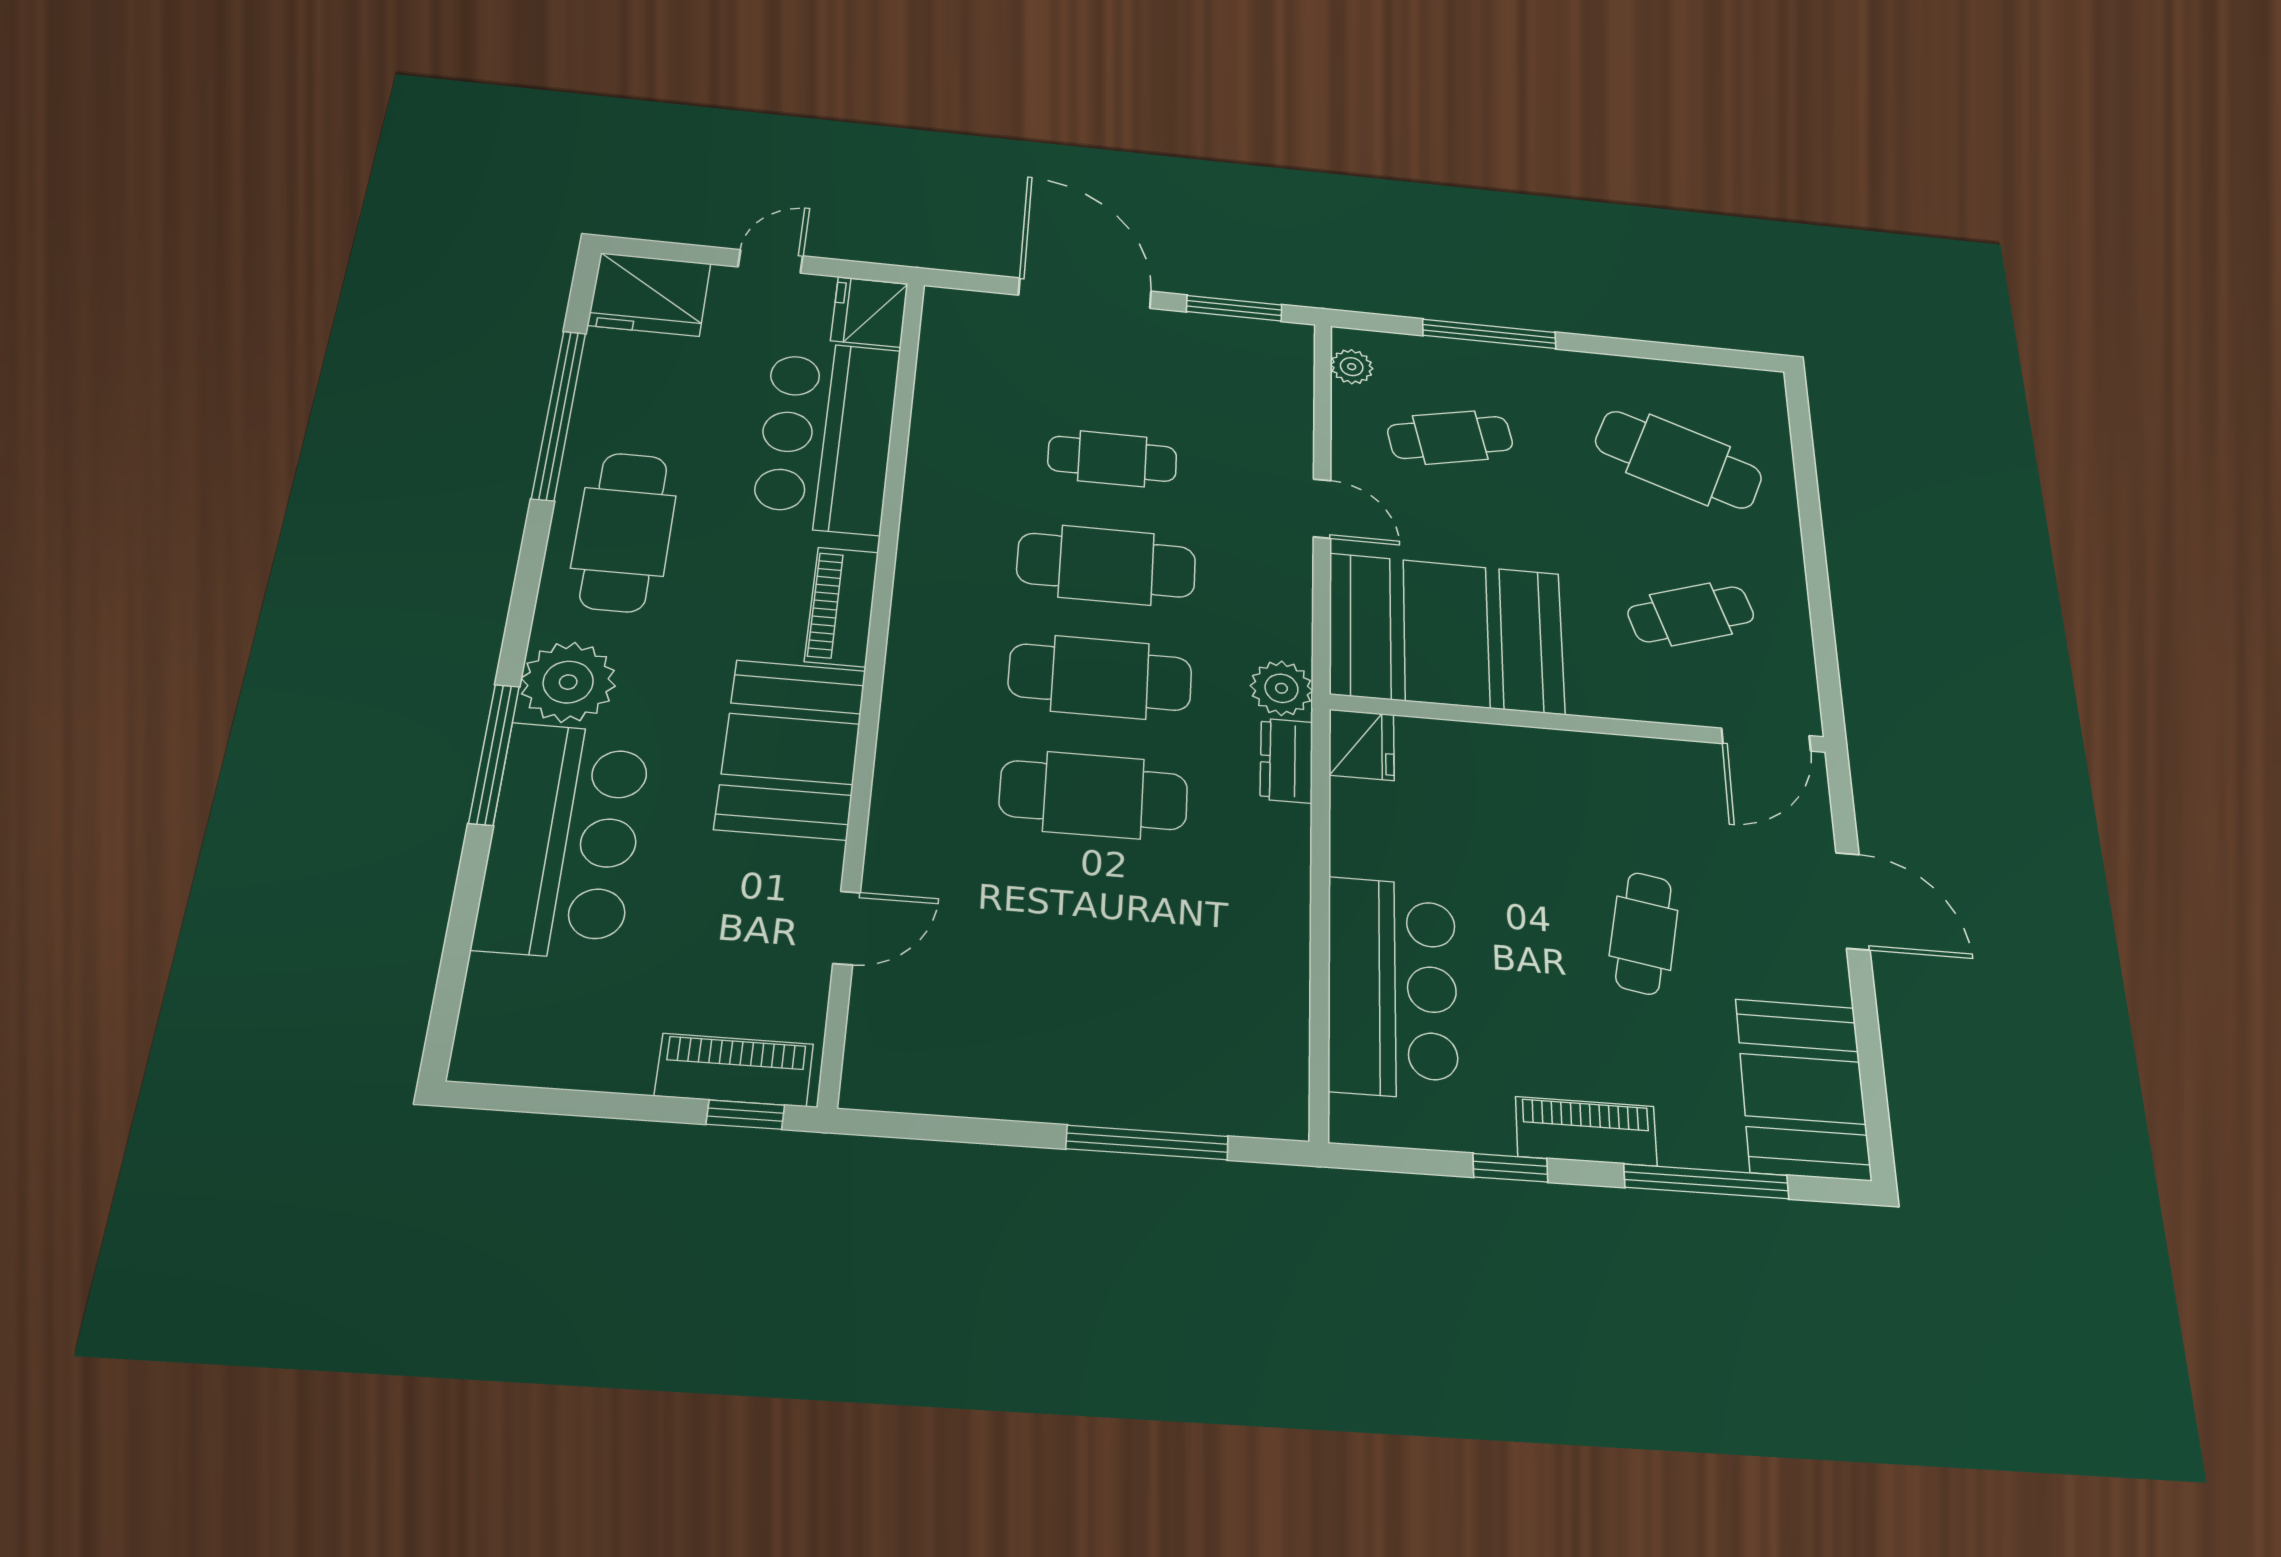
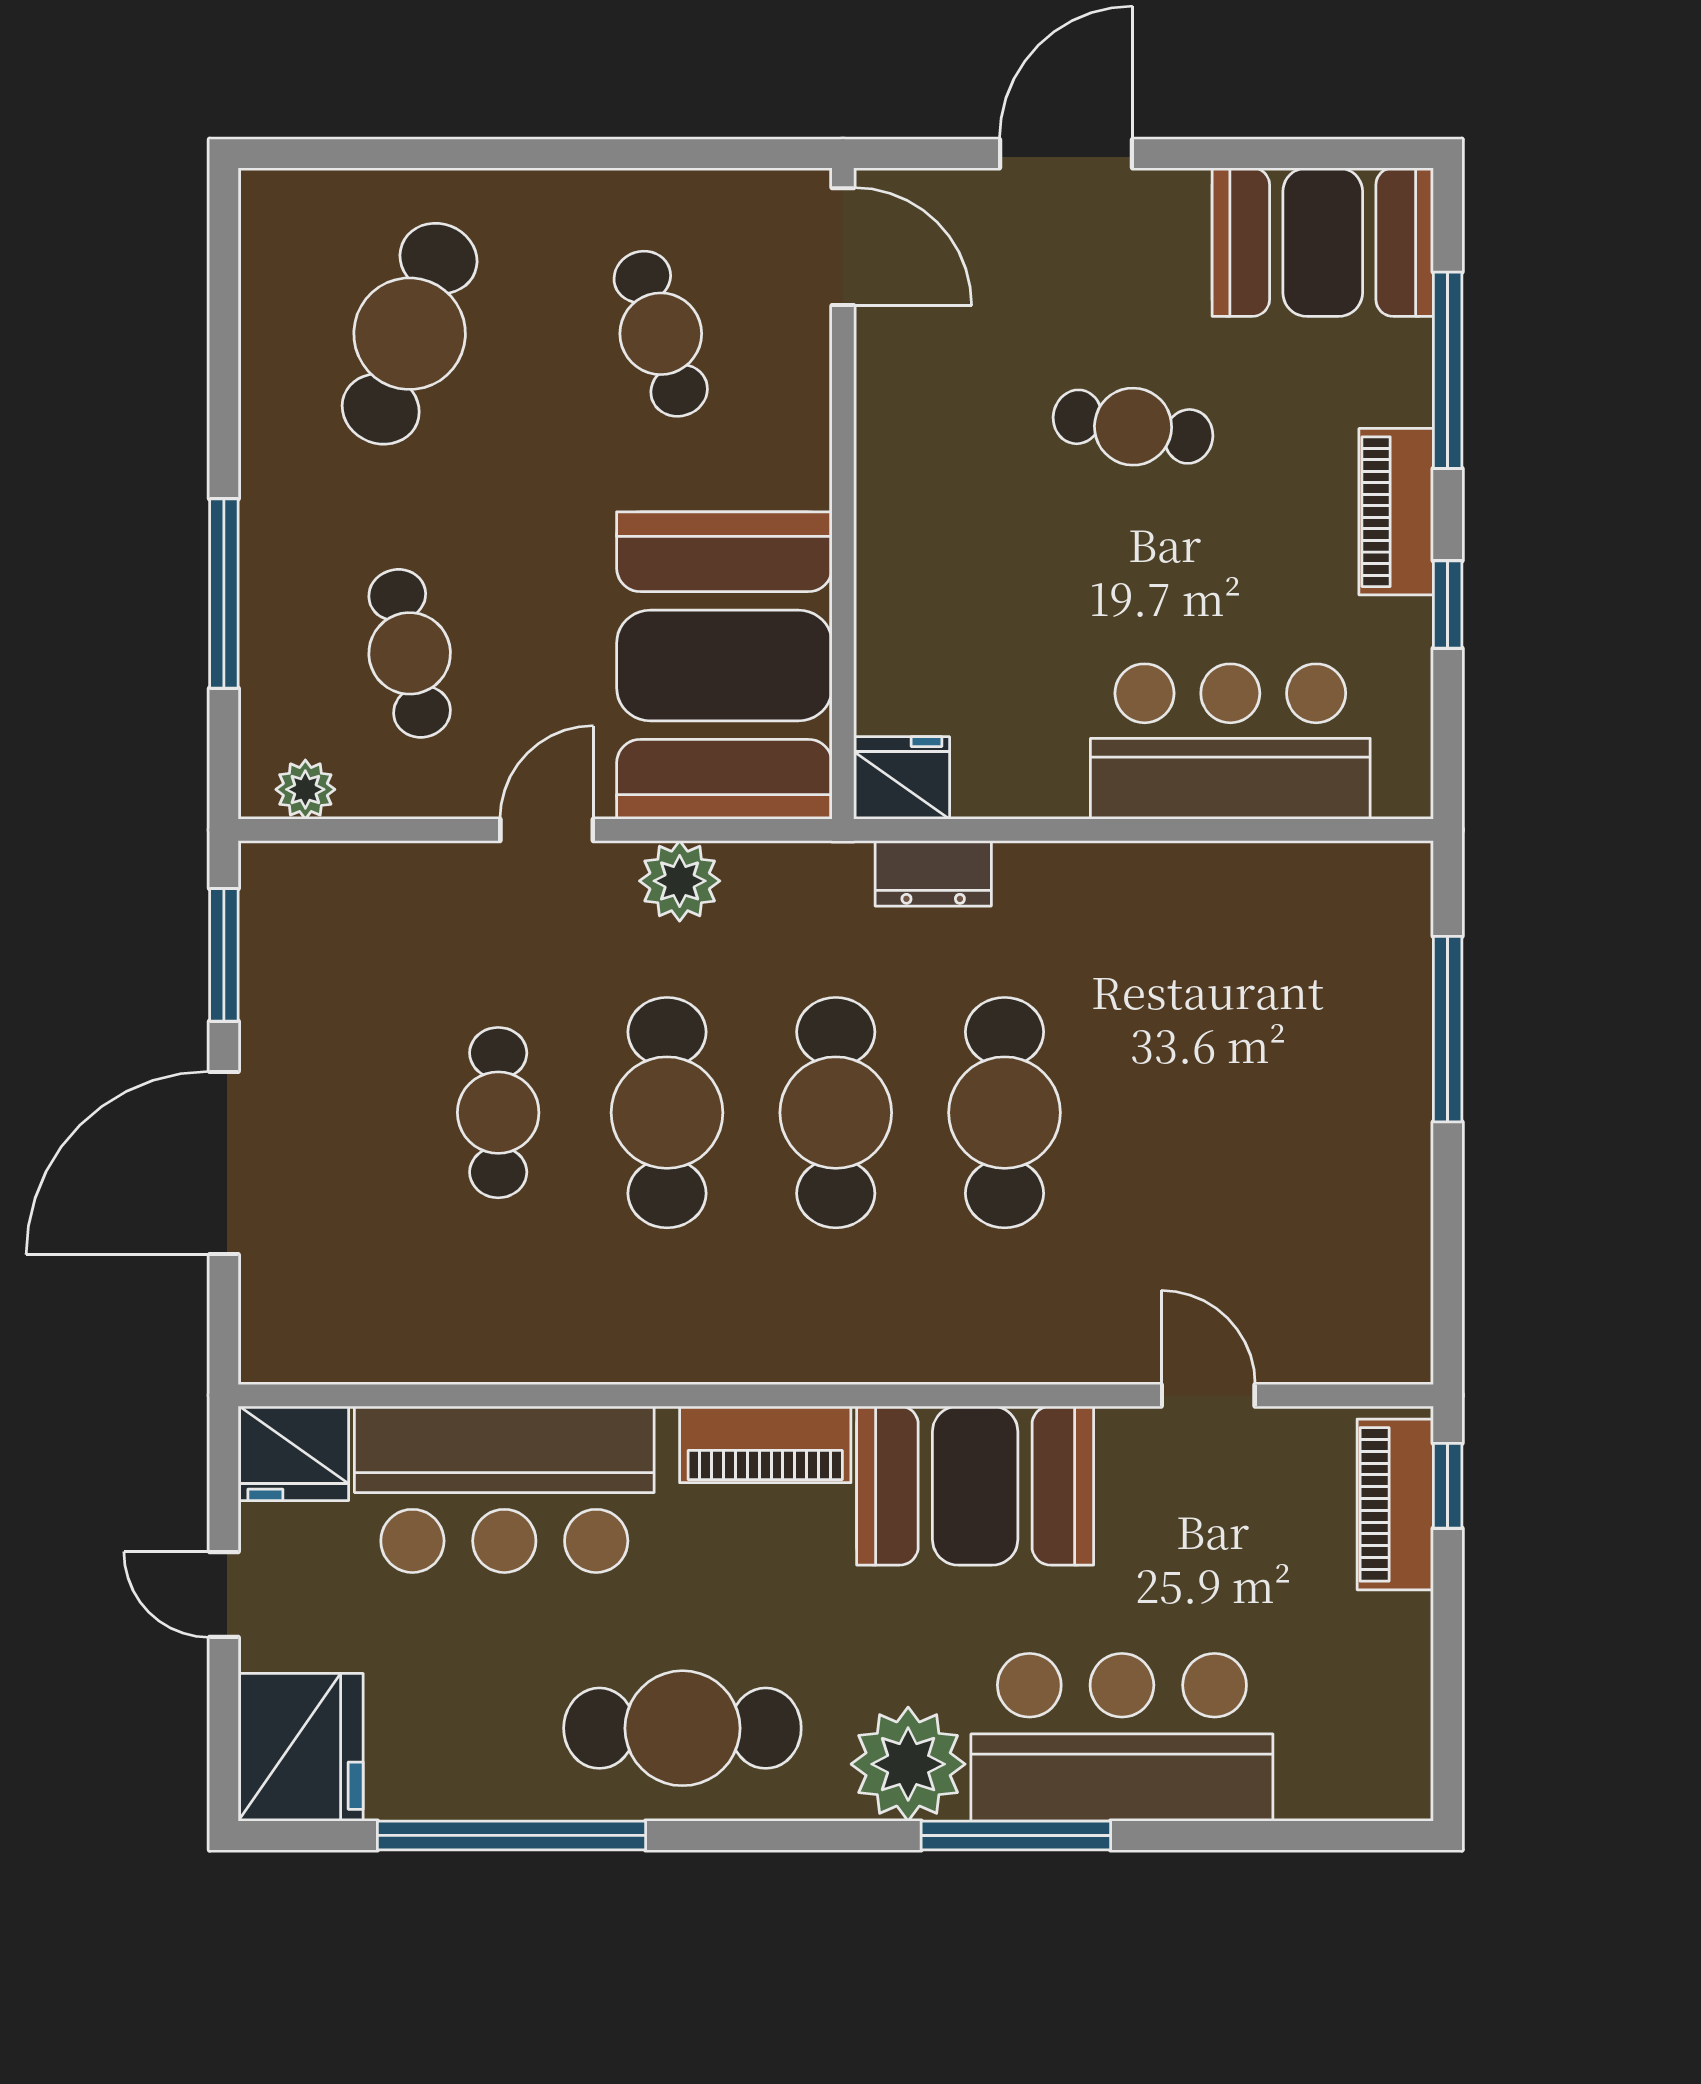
plant: (1281, 688) -> (680, 881), moved

